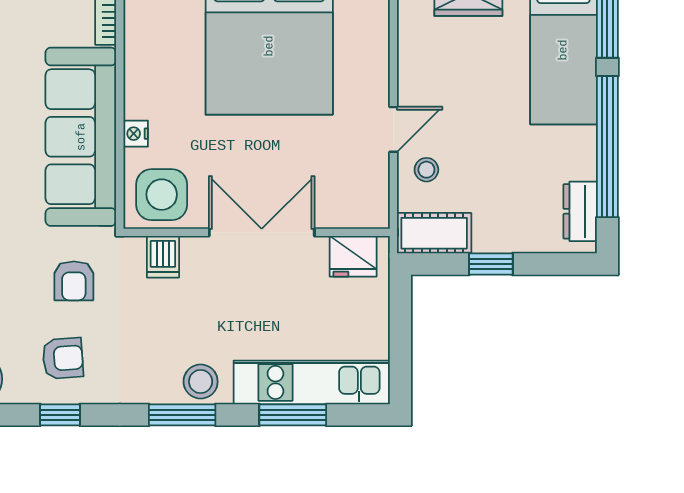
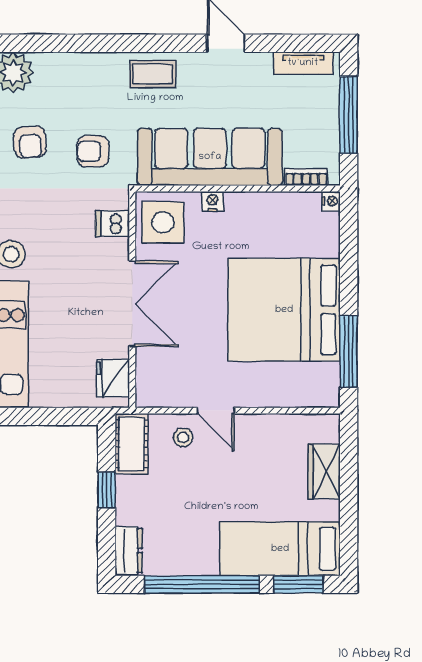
dresser: (580, 211) -> (129, 551), moved, turned 90

